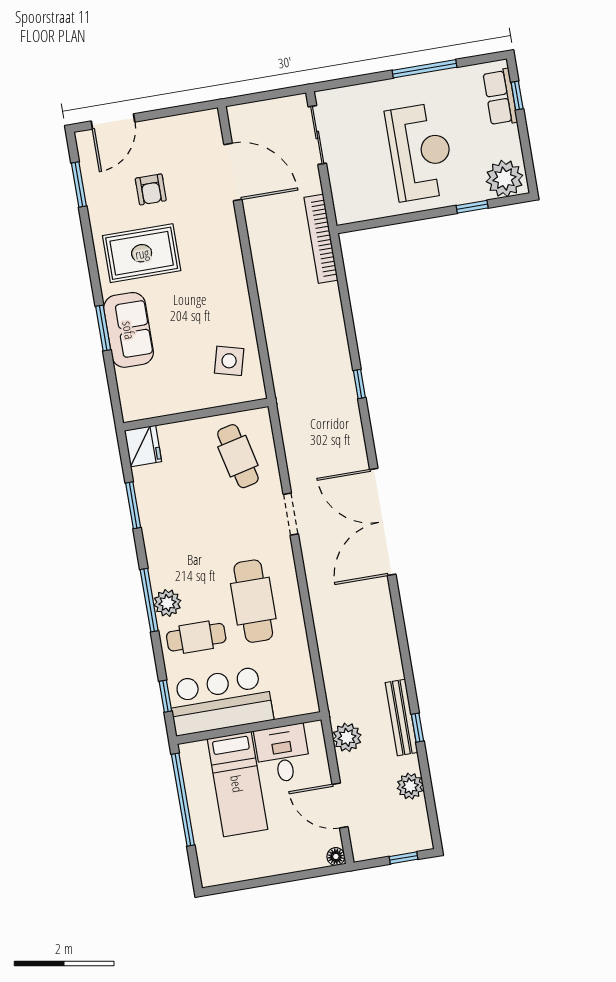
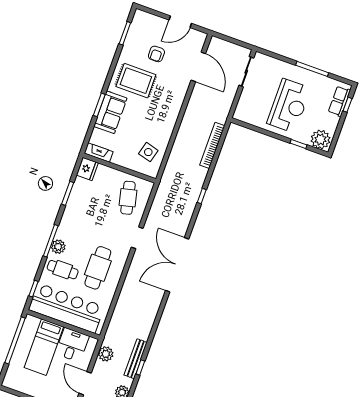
door: (113, 121) -> (180, 22), moved
bookcase: (321, 239) -> (212, 145), moved
fireplace: (147, 408) -> (99, 152), added
bar counter: (221, 701) -> (66, 308), width x1.36

